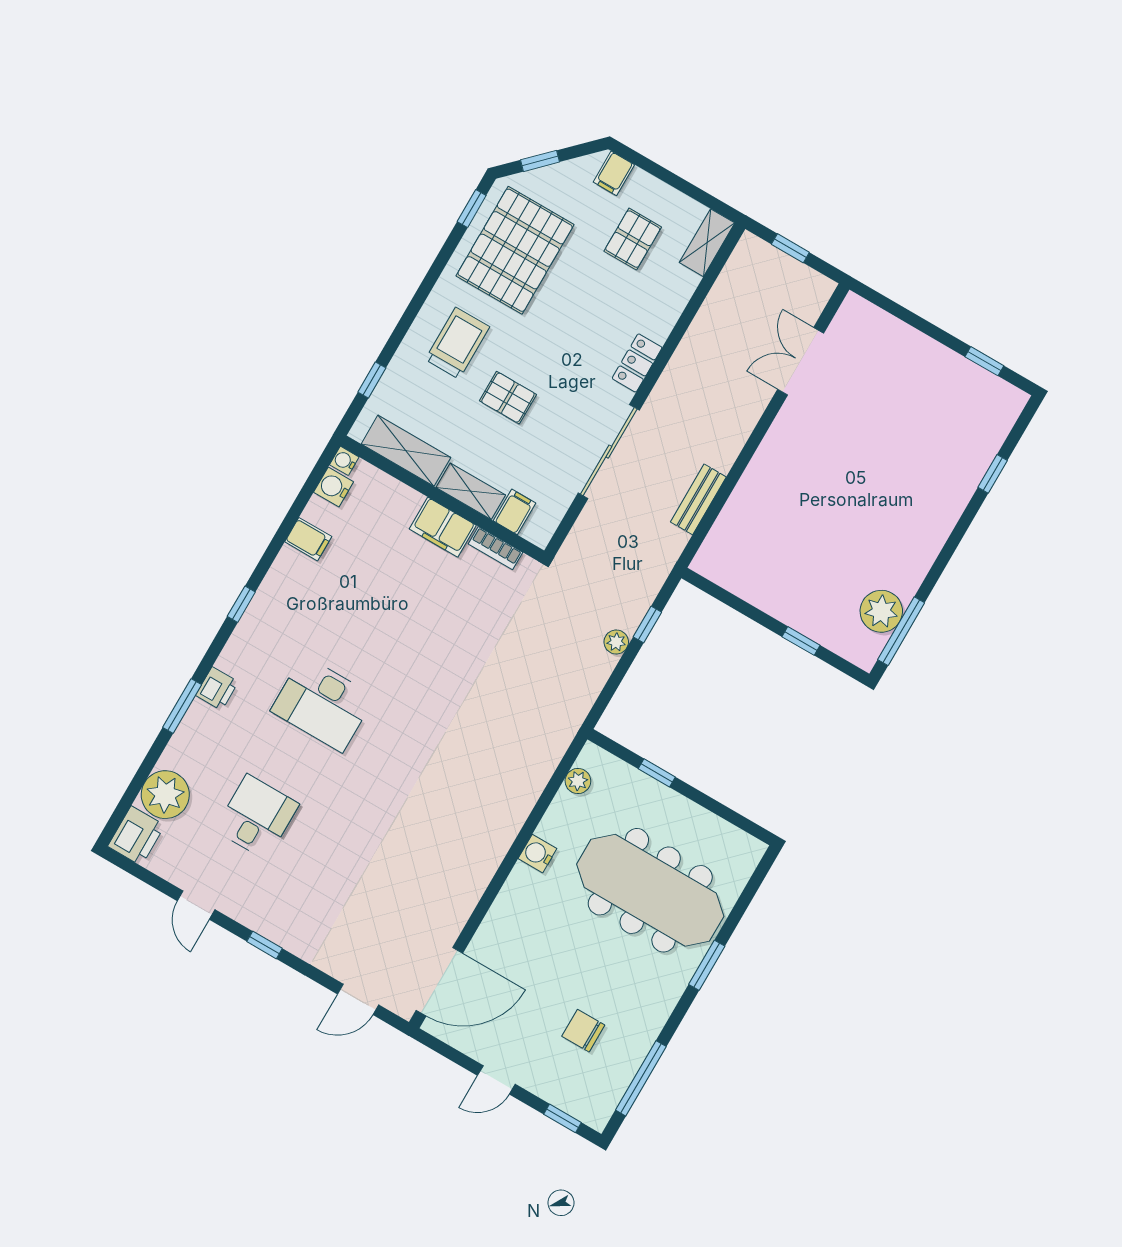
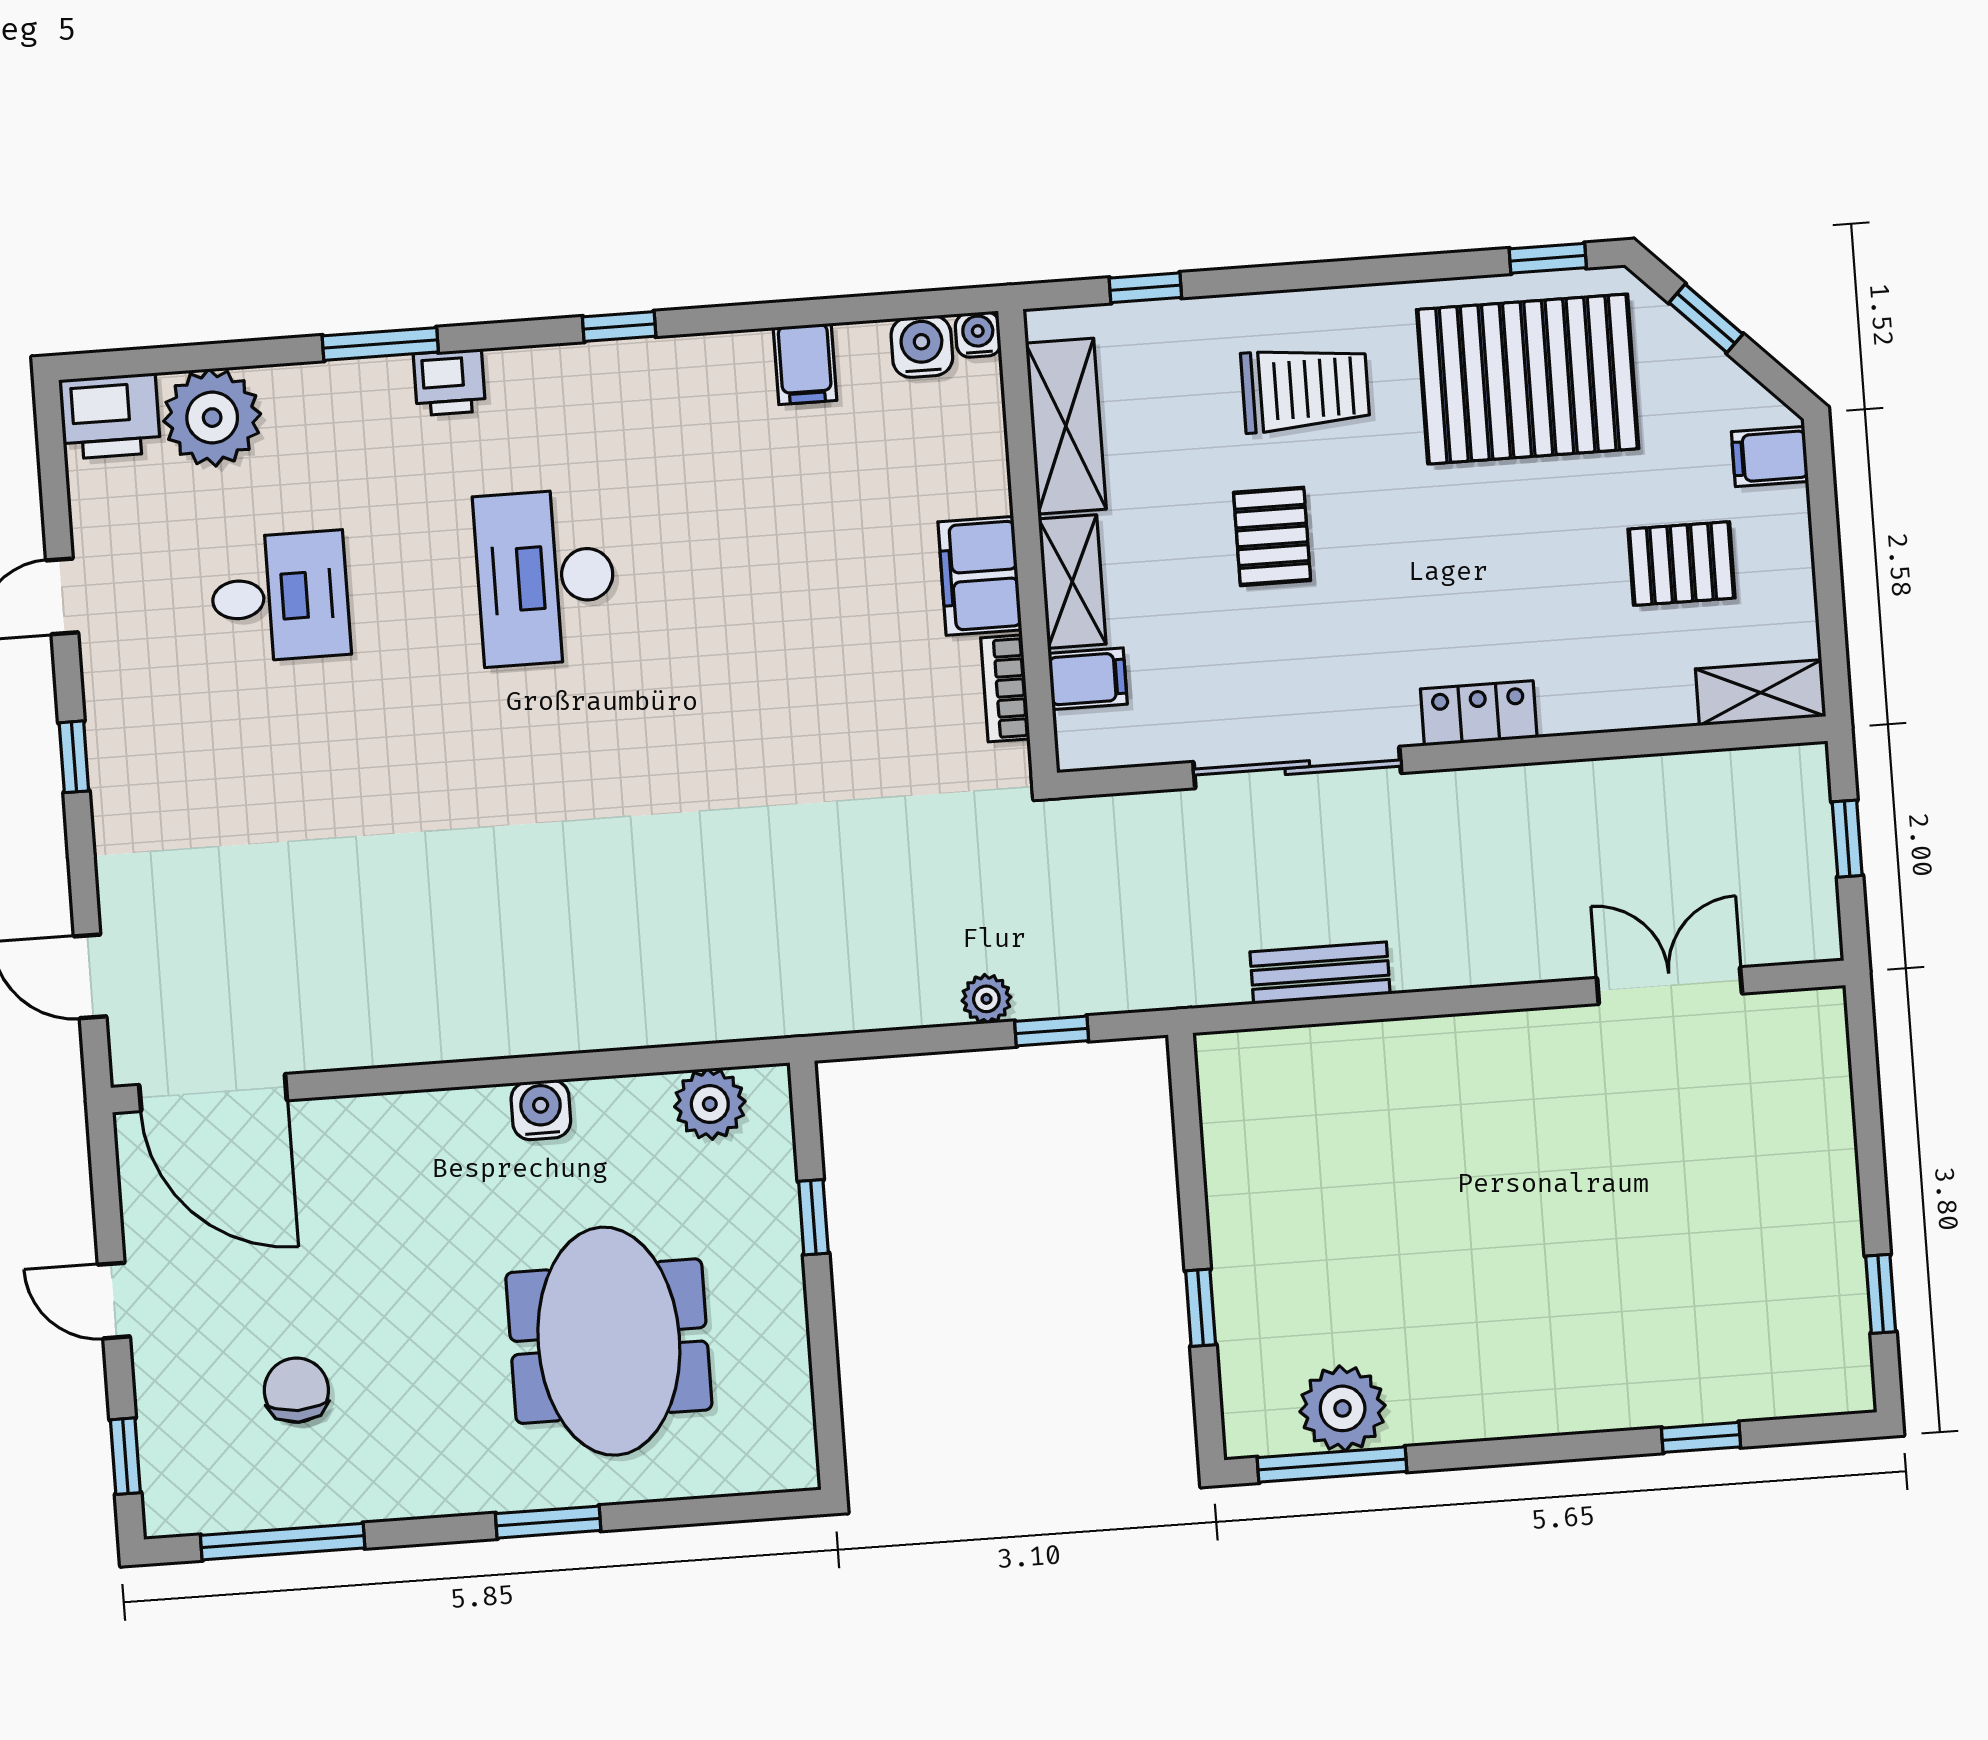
plant: (578, 781) -> (710, 1104), width x1.38, depth x1.38
meeting table: (650, 890) -> (609, 1341), width x0.73

